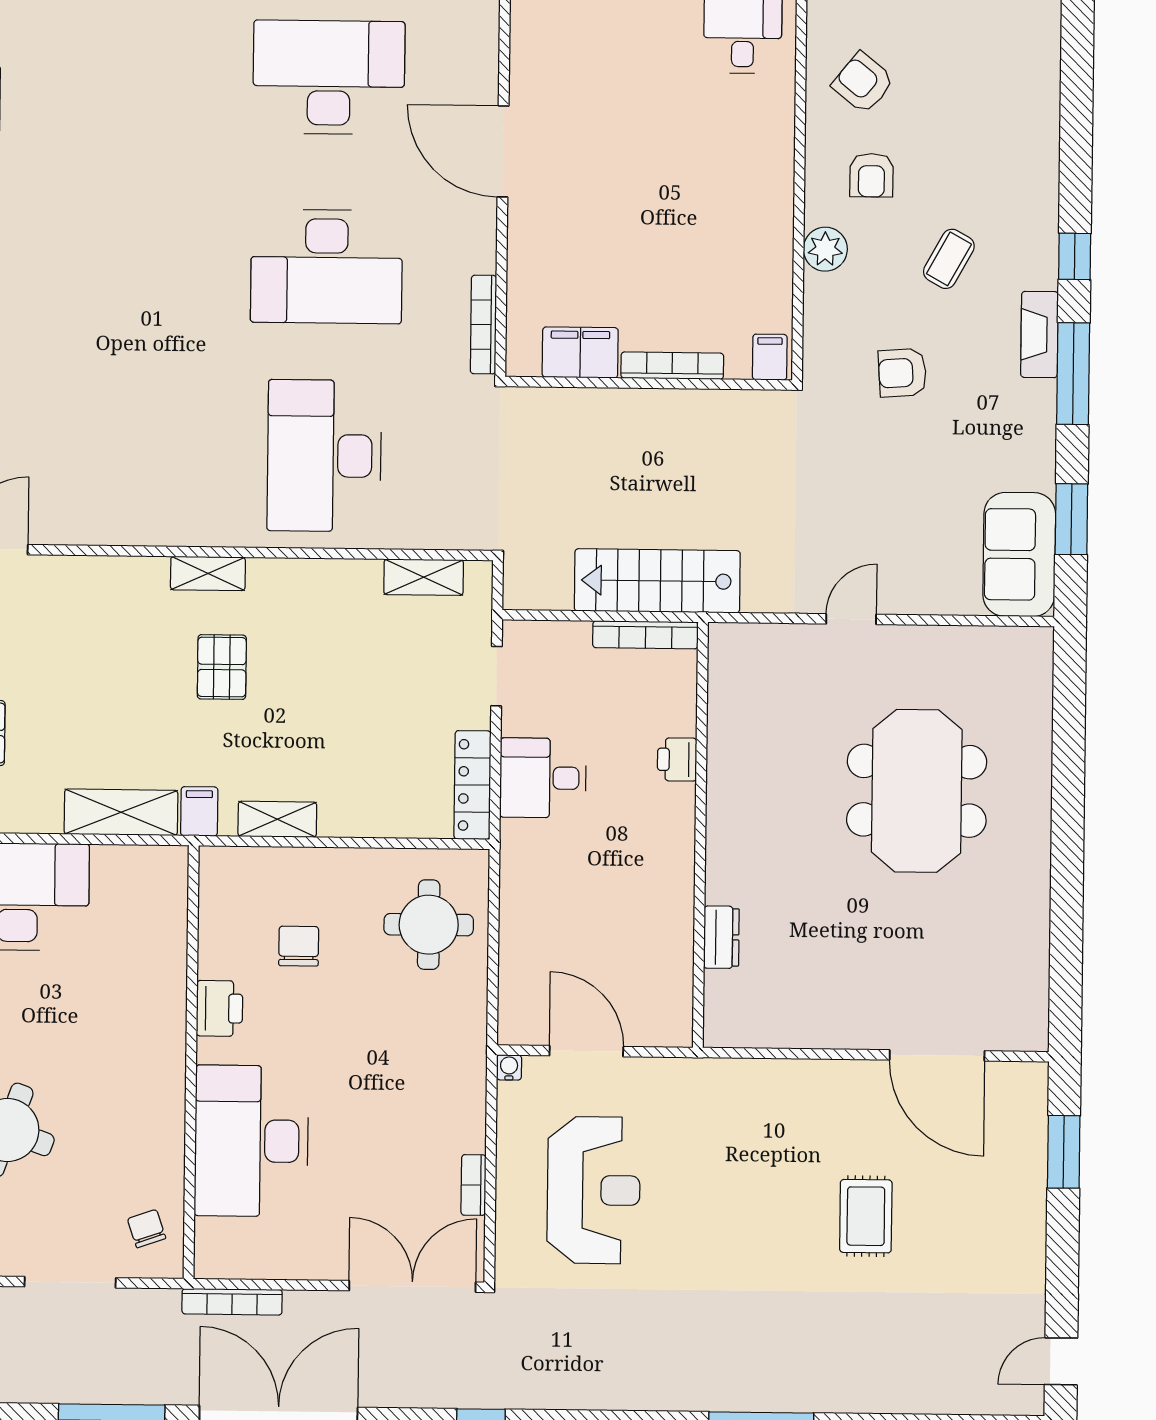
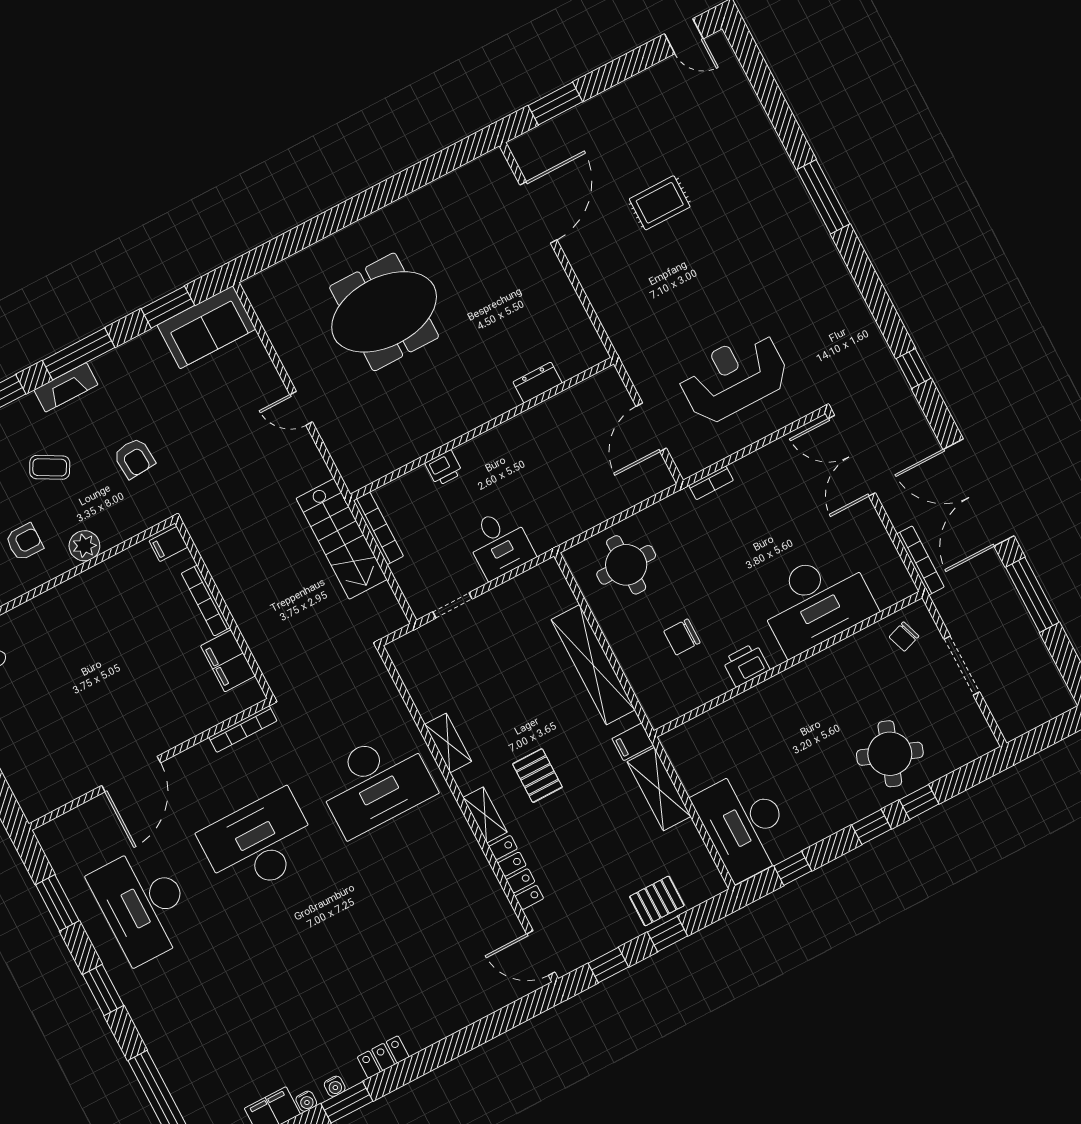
desk: (327, 267) -> (259, 844), turned -90
shelving: (424, 577) -> (448, 743), moved
pallet: (222, 667) -> (537, 776), turned 90
locker: (473, 785) -> (516, 872), moved, turned -90
shelving: (277, 819) -> (593, 665), width x2.20, depth x1.33
water cooler: (509, 1067) -> (687, 469), removed
bookcase: (473, 1185) -> (711, 483), moved

